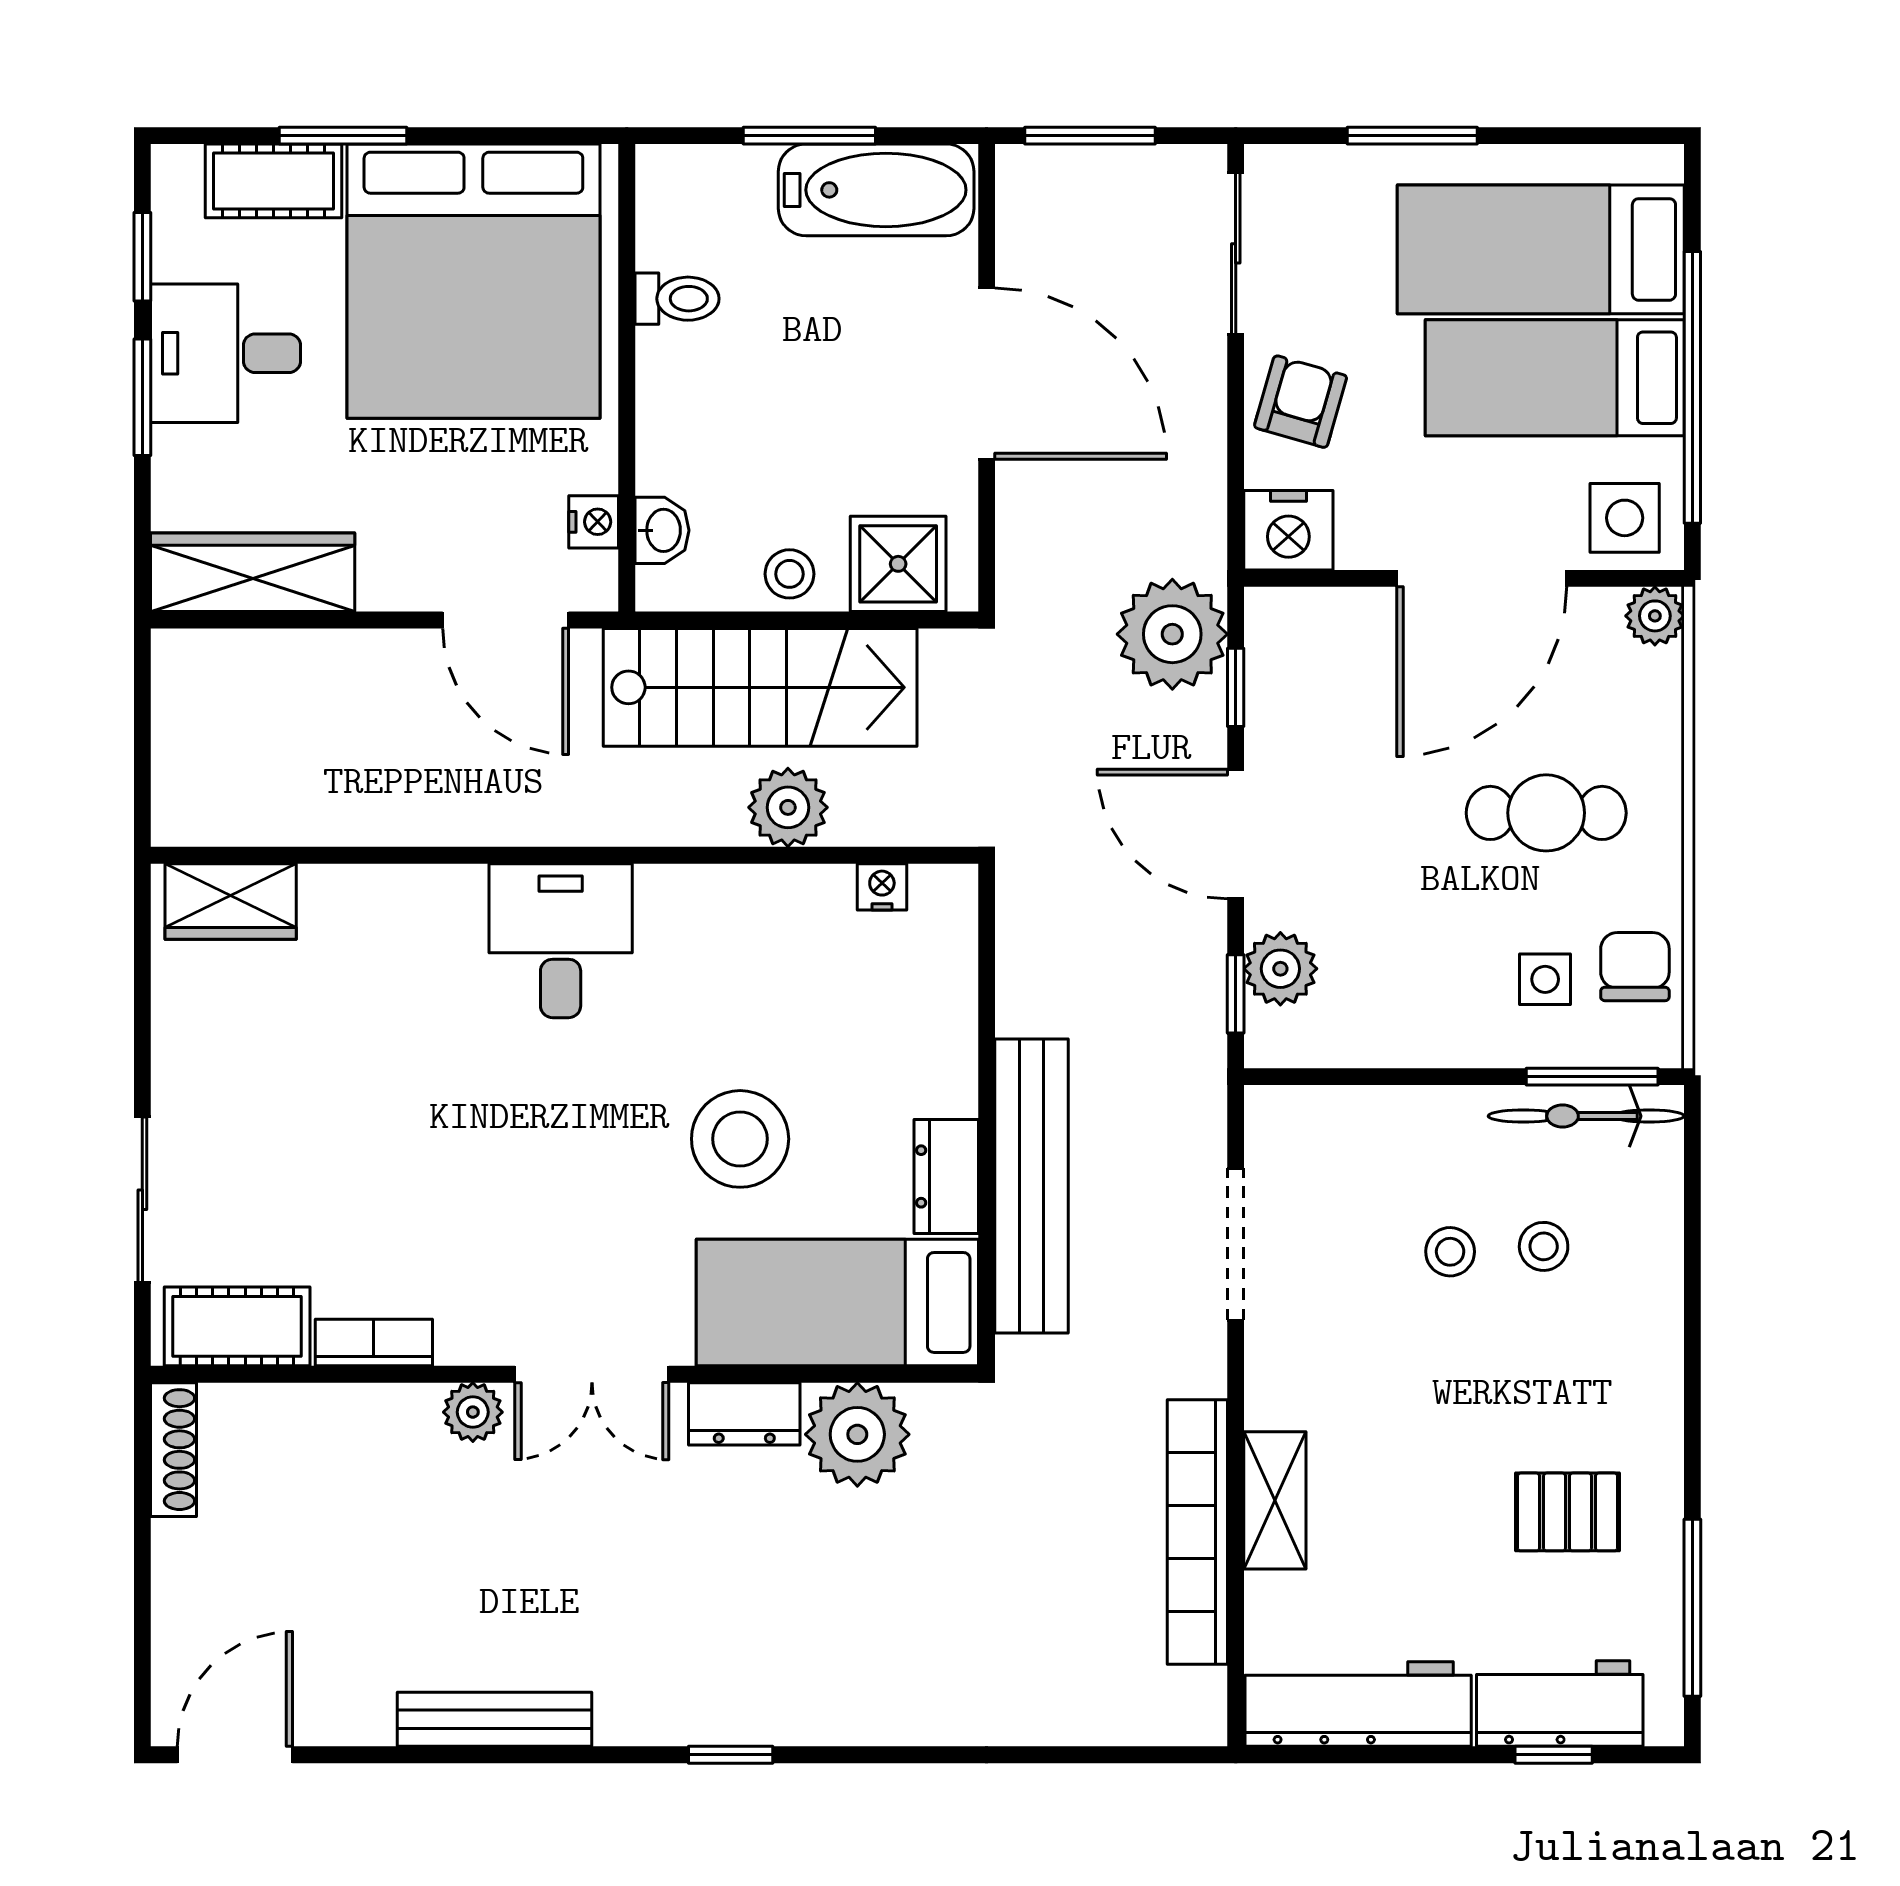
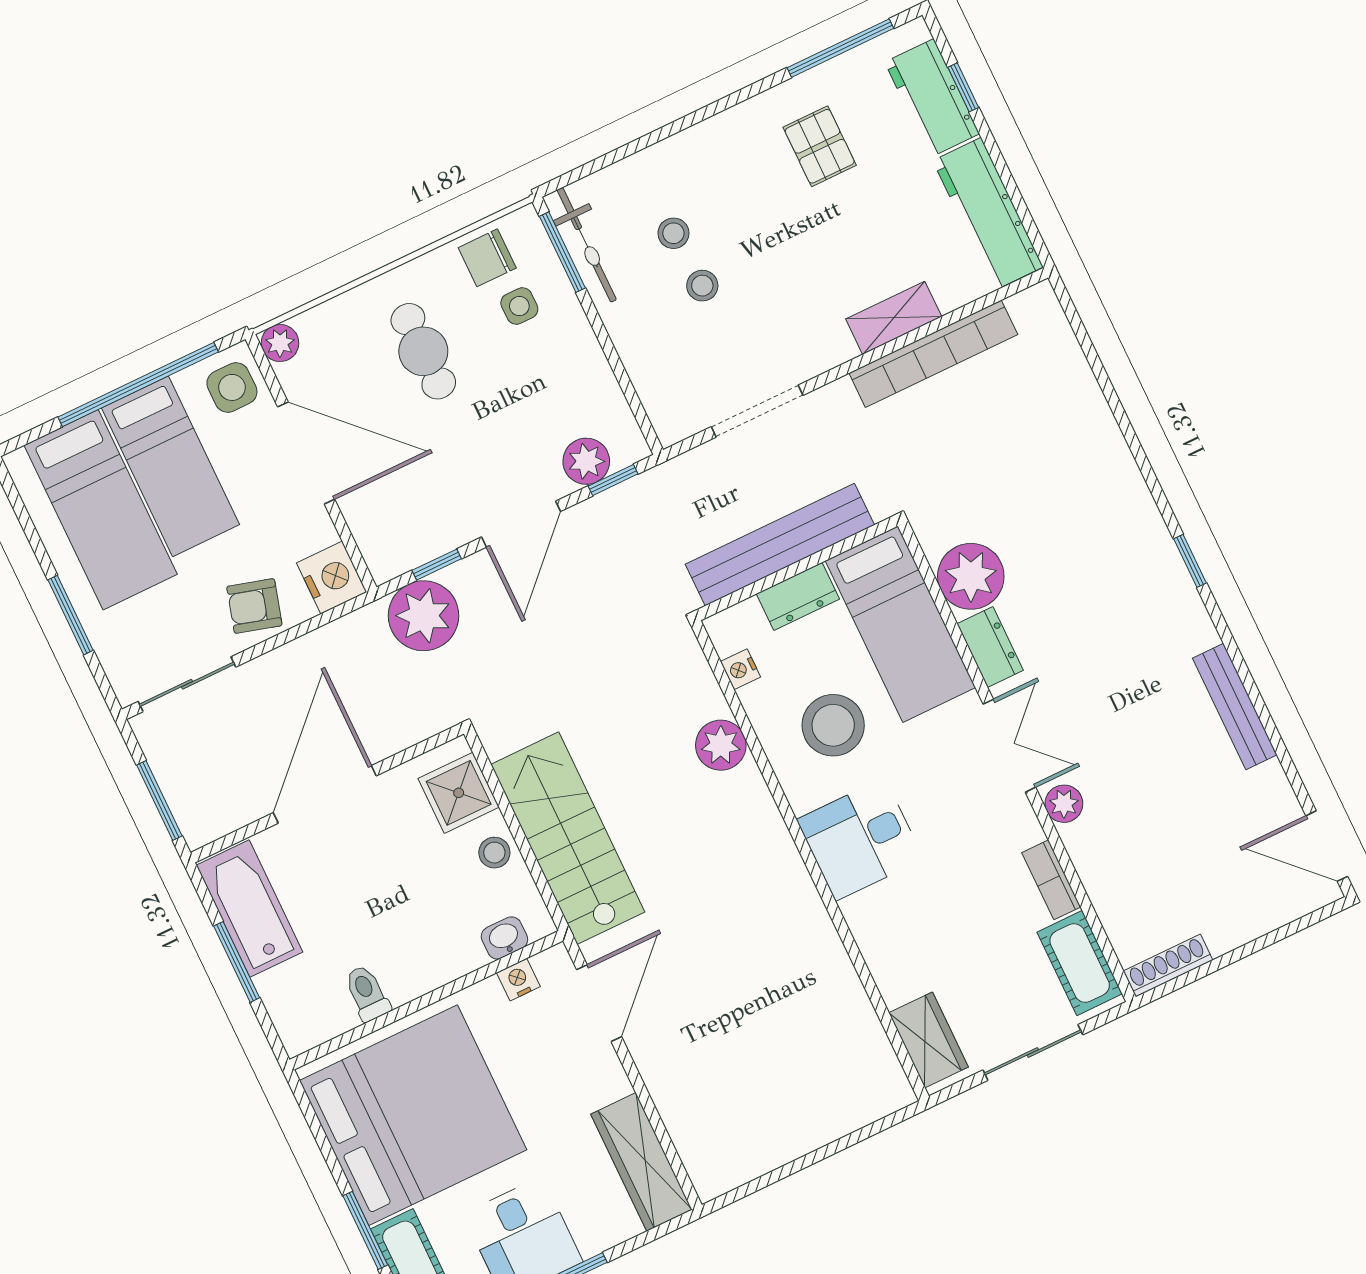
plant: (788, 807) -> (721, 745), moved
wall: (564, 855) -> (810, 861), moved
nightstand: (882, 887) -> (741, 669), moved
wardrobe: (231, 902) -> (929, 1040), moved
desk: (561, 941) -> (860, 839), moved

